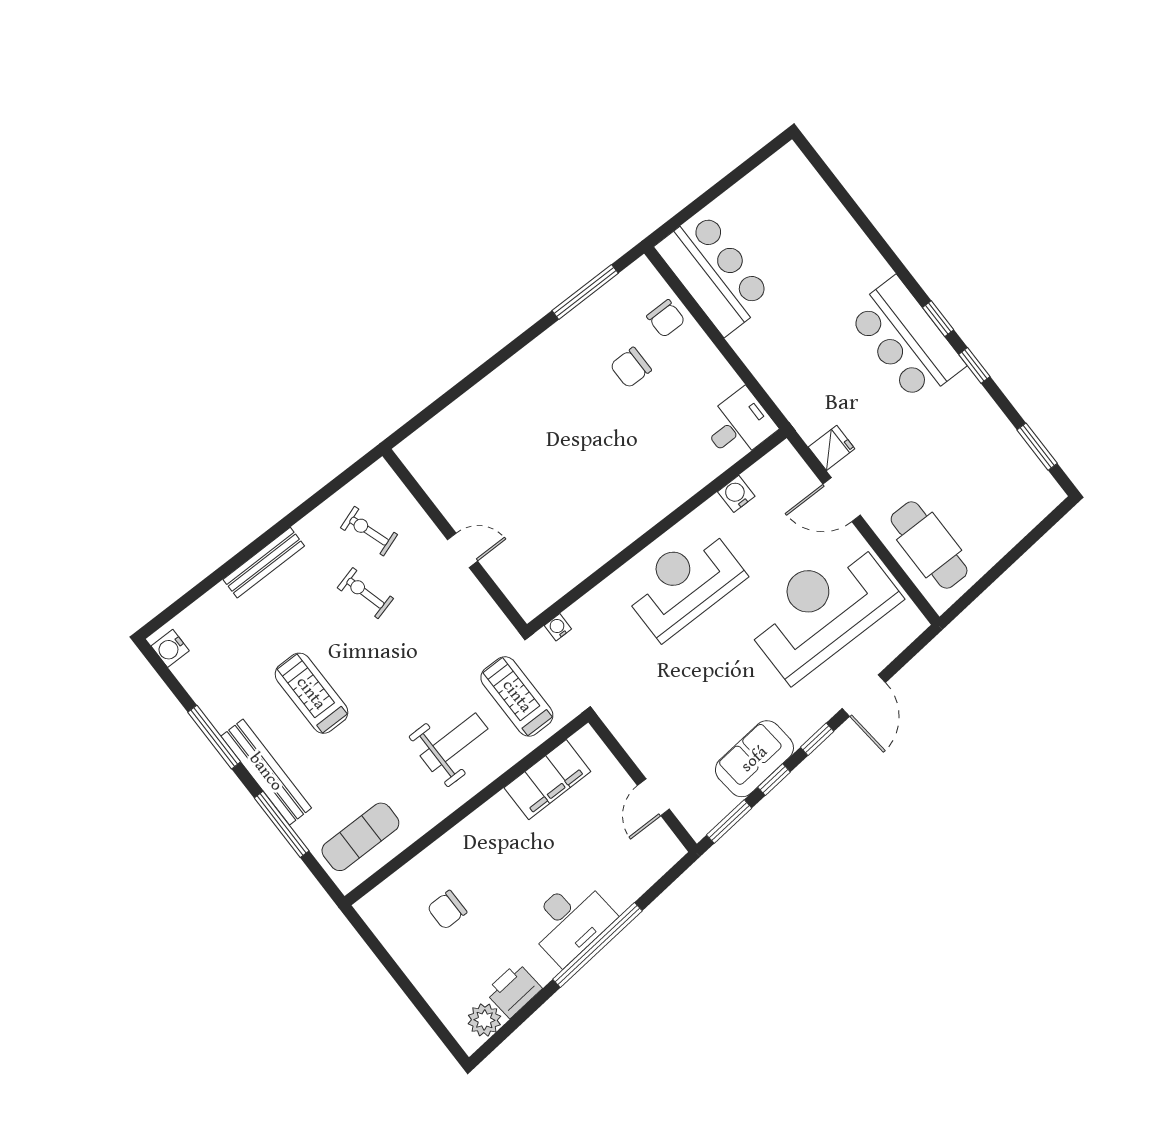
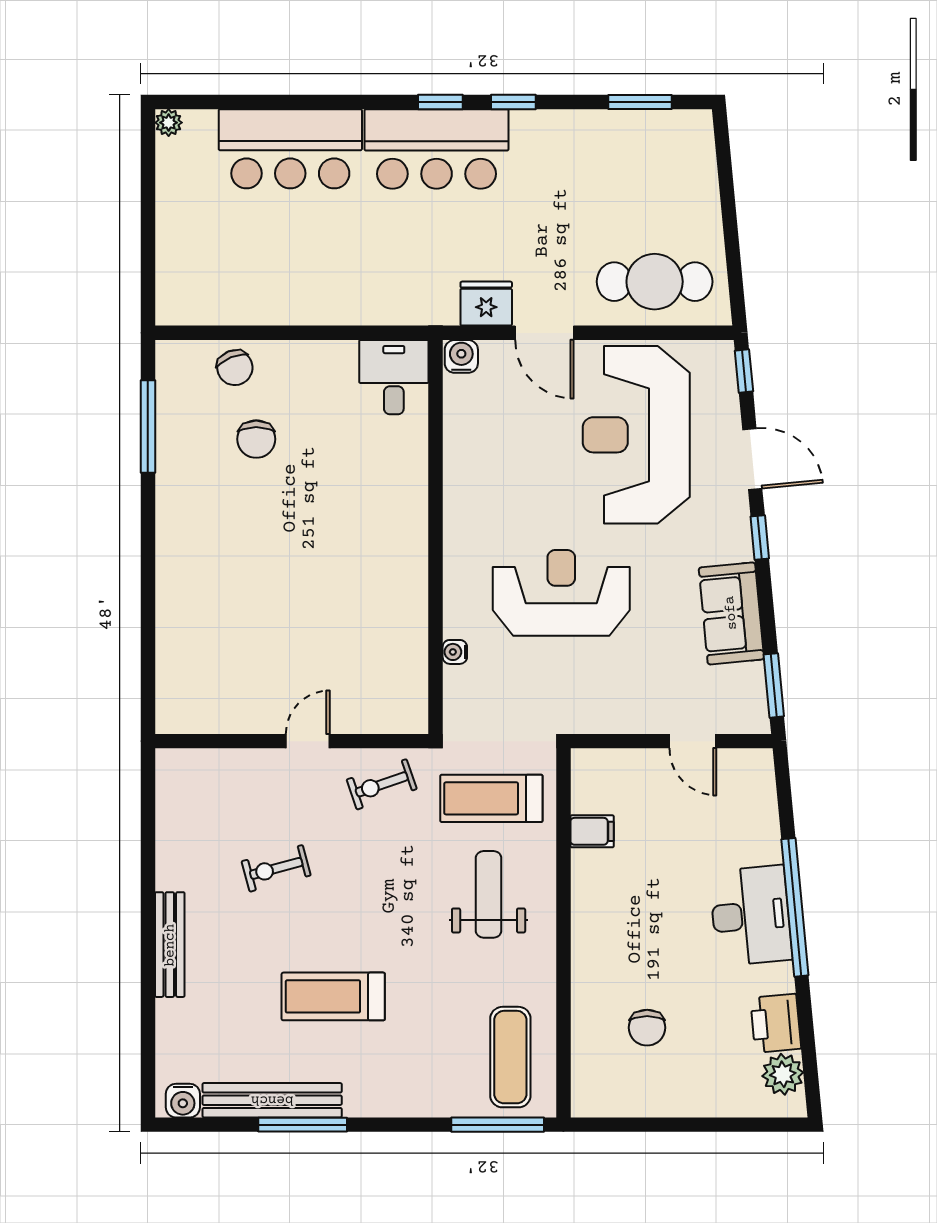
plant: (790, 155) -> (169, 123), added
bar counter: (714, 273) -> (290, 149), moved, turned 180
chair: (666, 319) -> (235, 368), turned 68
fridge: (832, 448) -> (486, 304), width x1.38
water cooler: (736, 494) -> (461, 356), moved, turned 90
door: (842, 500) -> (544, 333), hinge flipped
exercise bike: (369, 531) -> (382, 784), moved
reception desk: (684, 583) -> (561, 593), moved, turned 90
water cooler: (558, 627) -> (455, 652), moved
bench: (266, 772) -> (272, 1100), moved
filing cabinet: (547, 780) -> (592, 831), width x0.33, depth x0.86
window: (774, 780) -> (744, 371), moved
window: (282, 824) -> (498, 1125), moved

